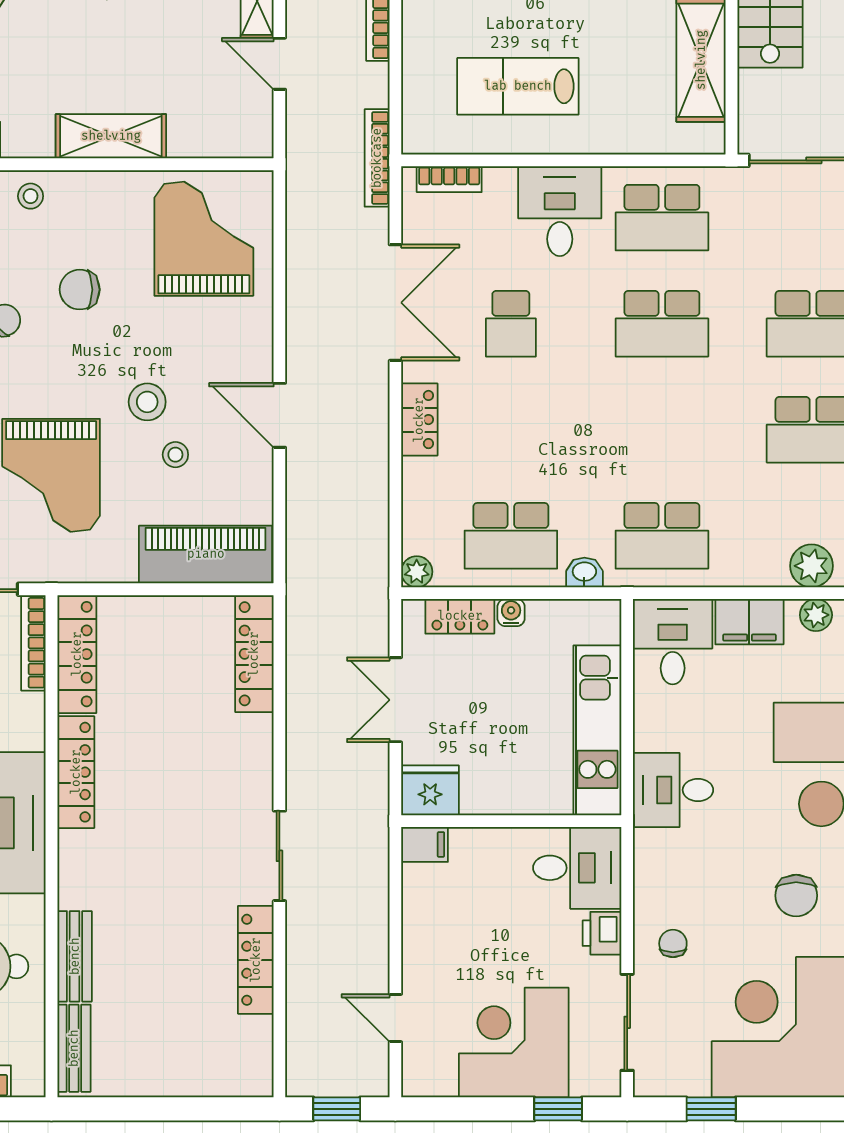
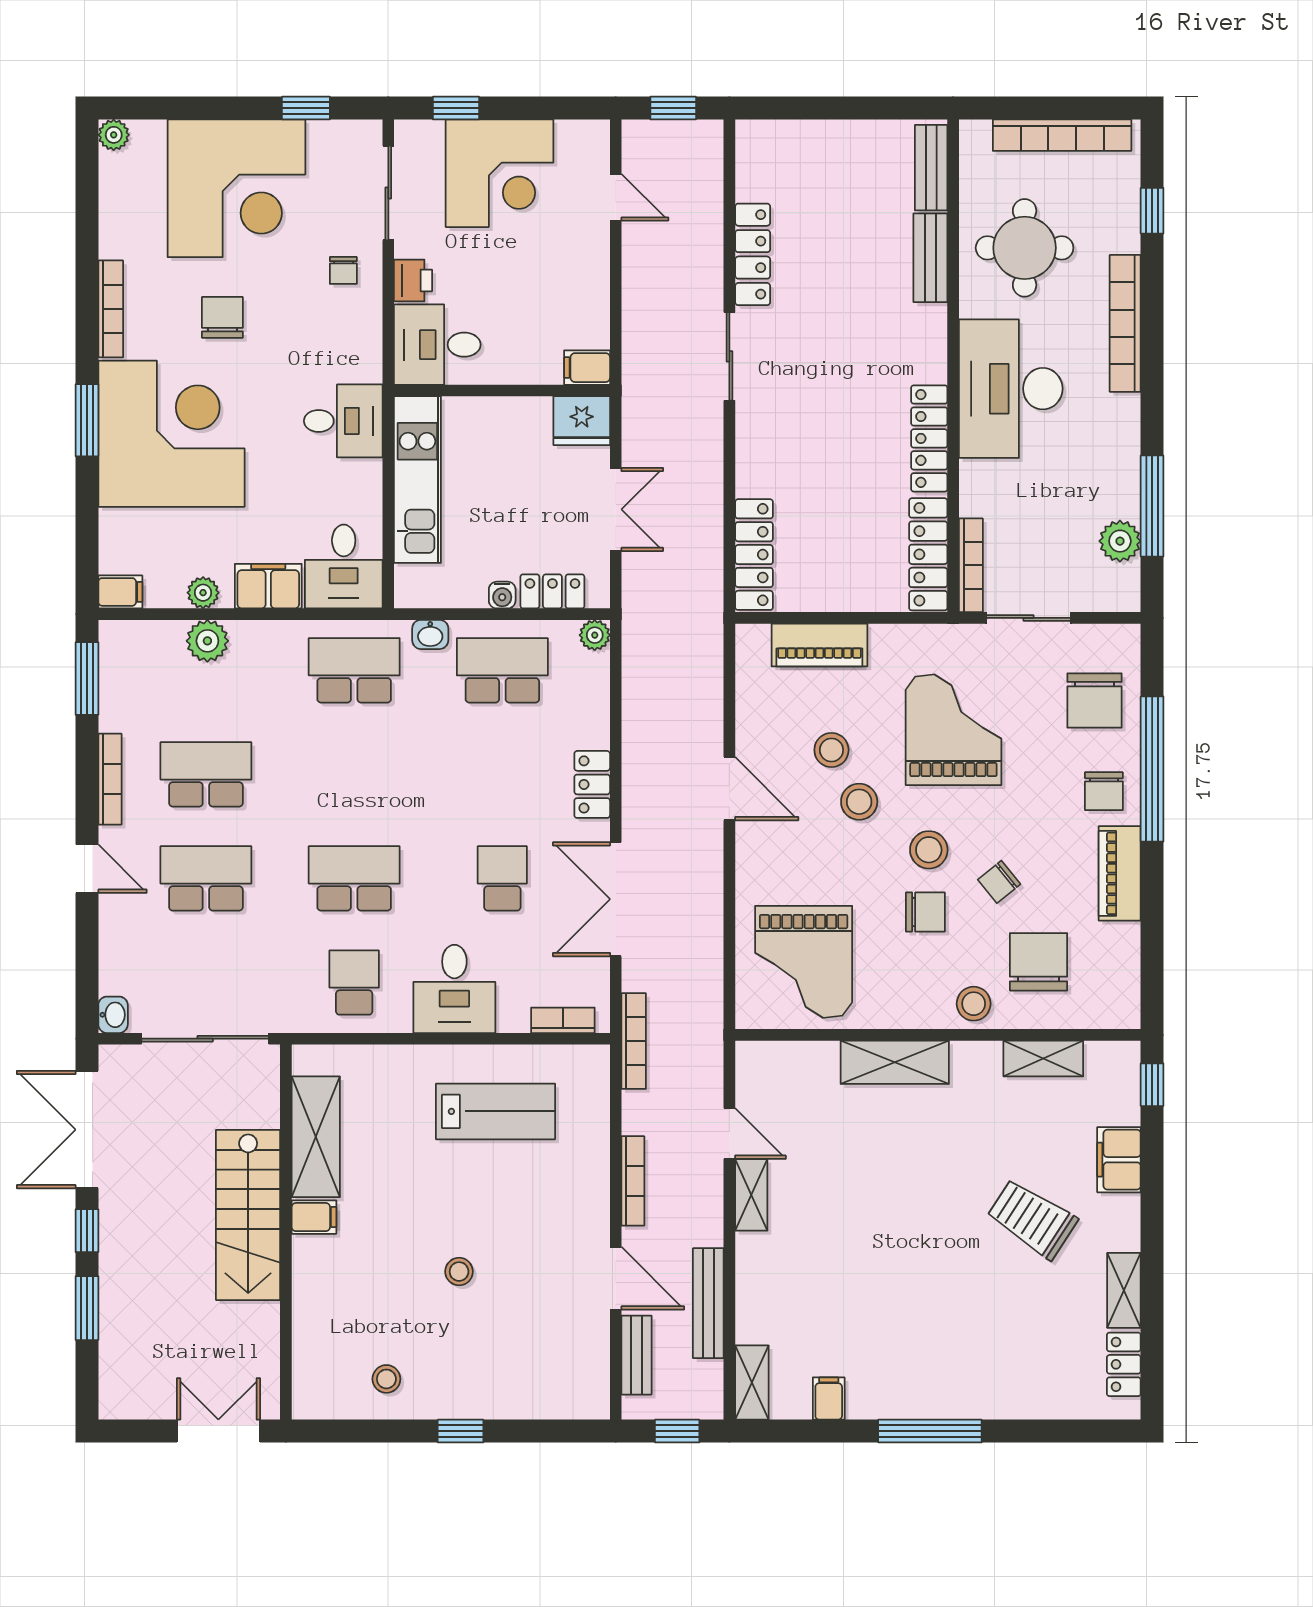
stool: (31, 196) -> (974, 1004), width x1.37, depth x1.37
school desk: (662, 218) -> (354, 983), width x0.54
stool: (76, 353) -> (929, 850), added
stool: (175, 455) -> (831, 750), width x1.37, depth x1.37
piano: (206, 554) -> (819, 645), width x0.73, depth x0.75

